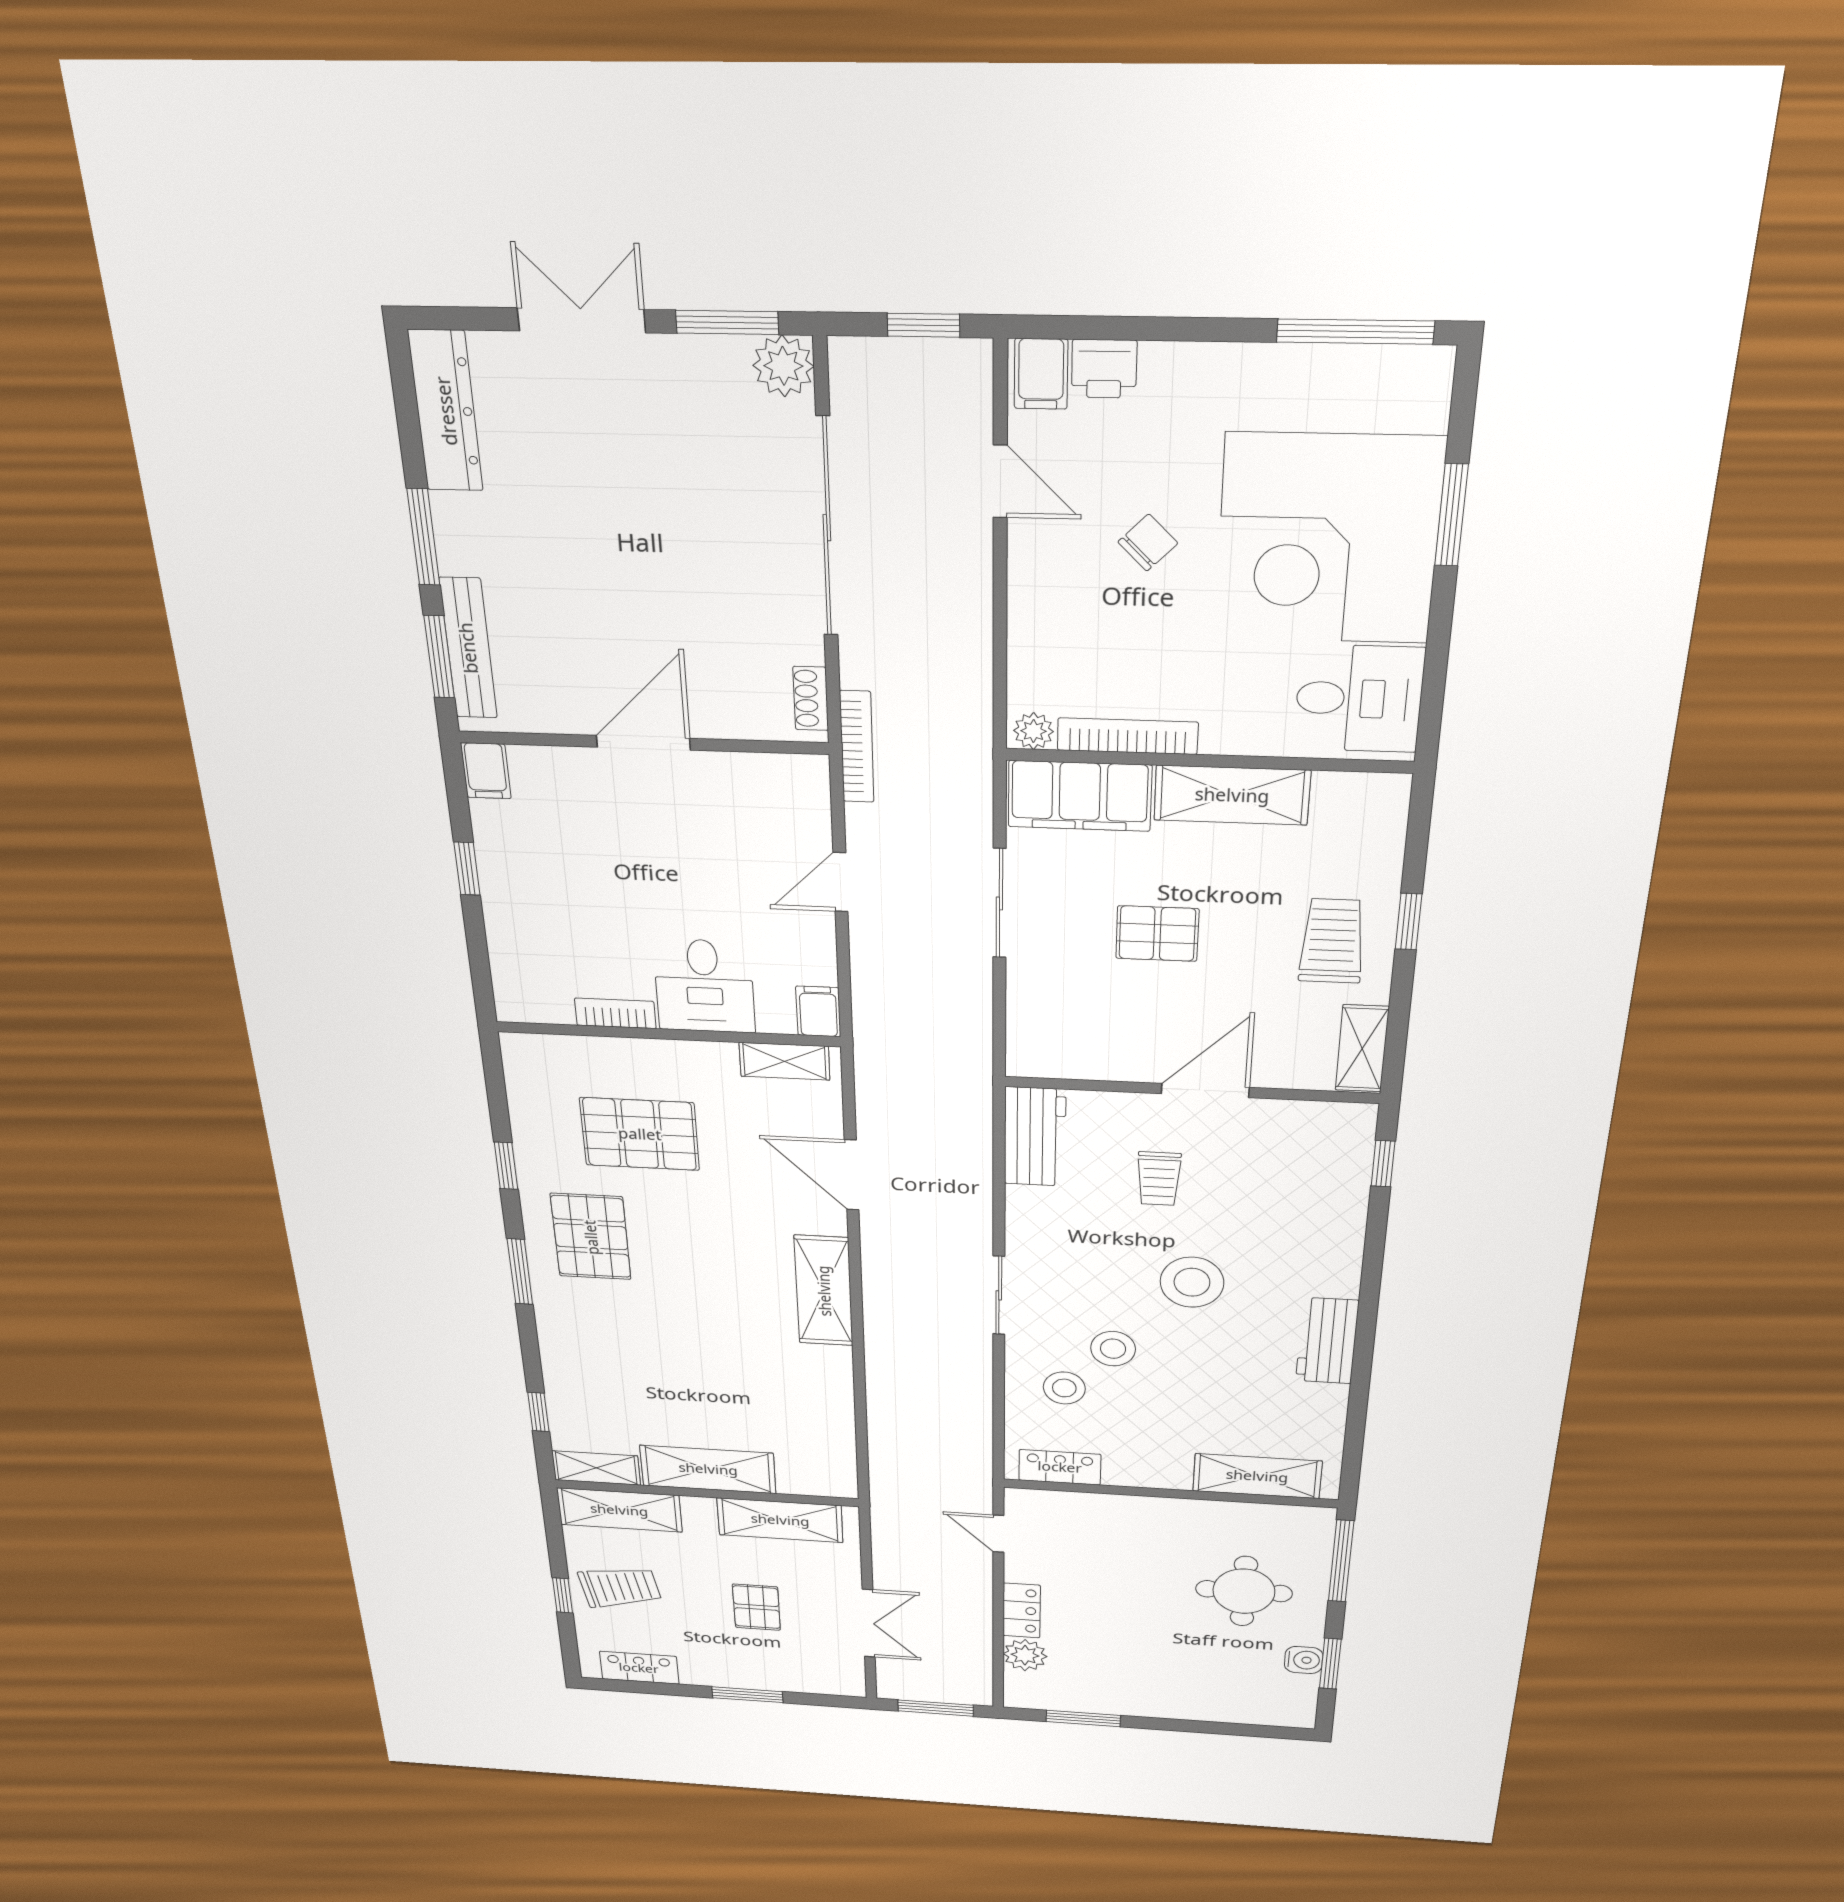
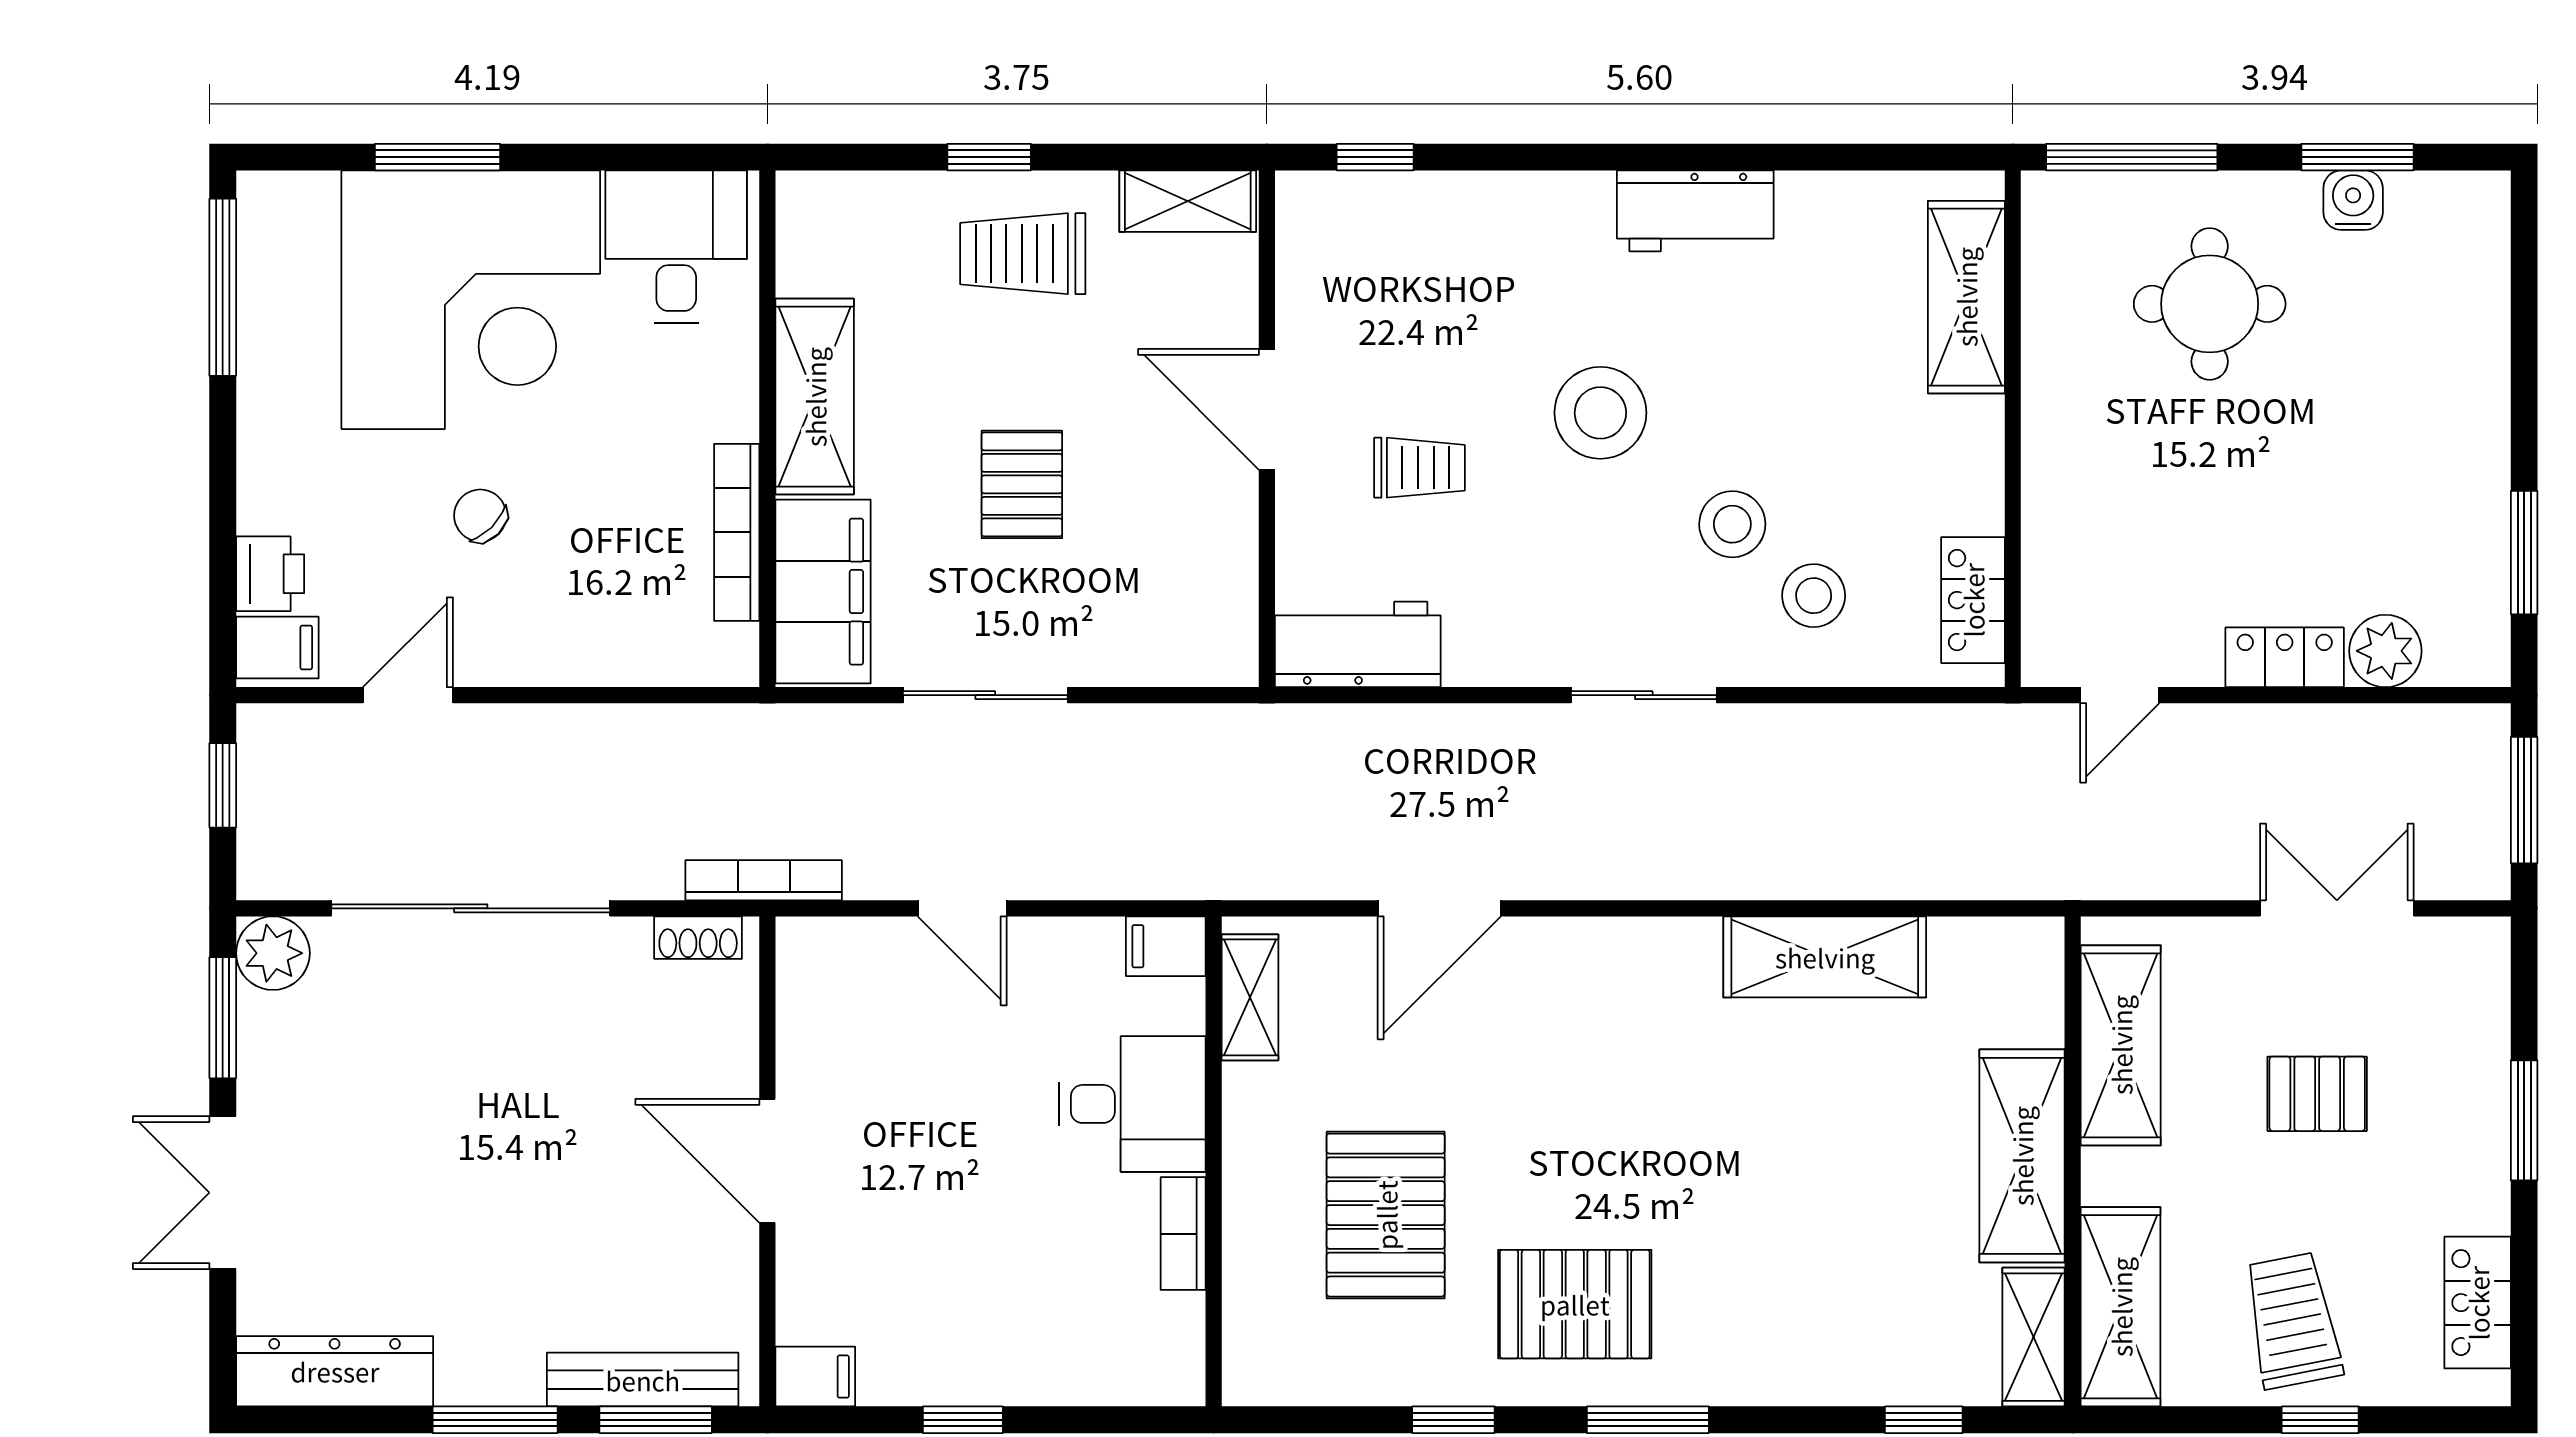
plant: (1034, 731) -> (734, 652), removed
shelving: (824, 1291) -> (1825, 957), moved

